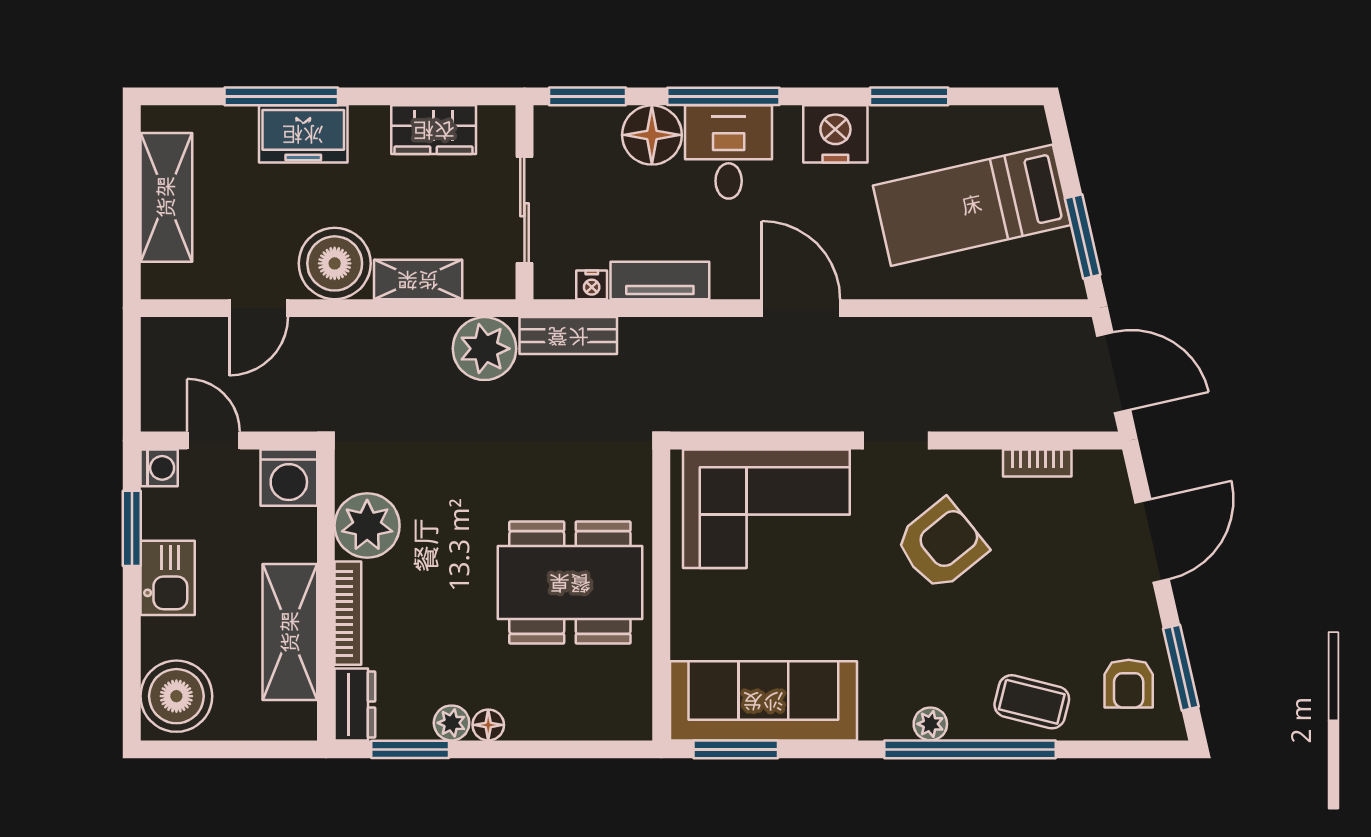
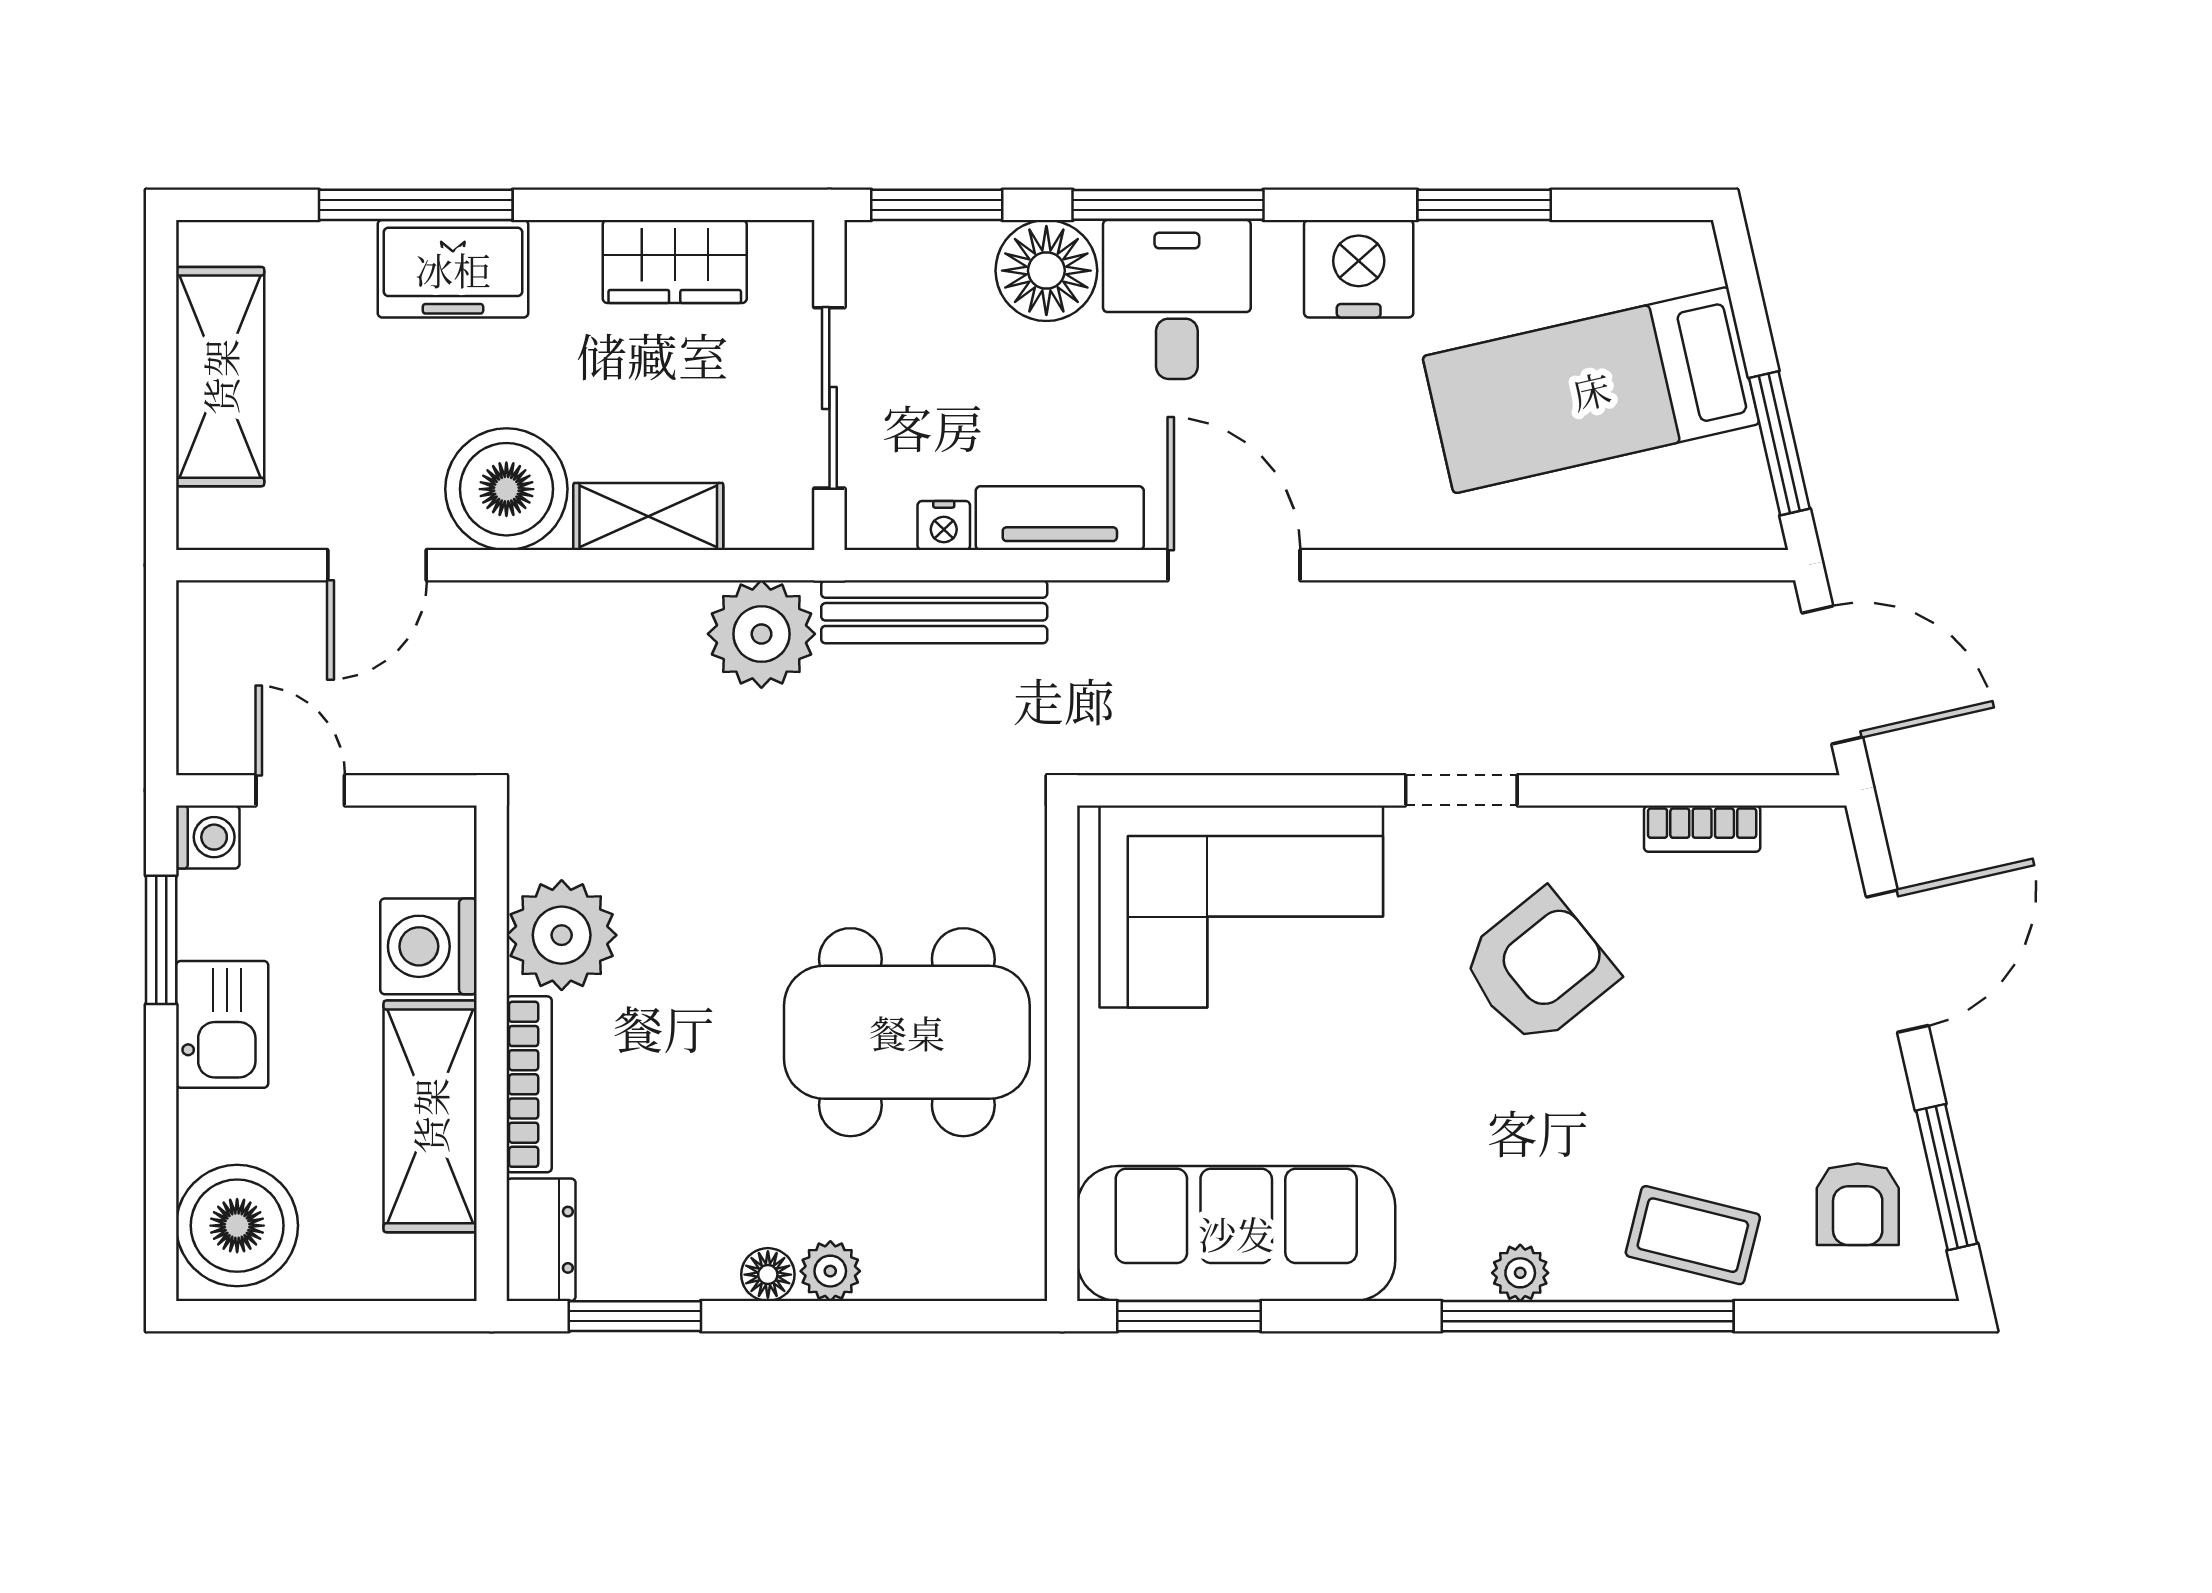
door: (801, 308) -> (1234, 565), moved
bench: (568, 336) -> (934, 612), width x1.36
washing machine: (289, 478) -> (428, 946), moved, turned 90
plant: (452, 723) -> (830, 1271), moved

